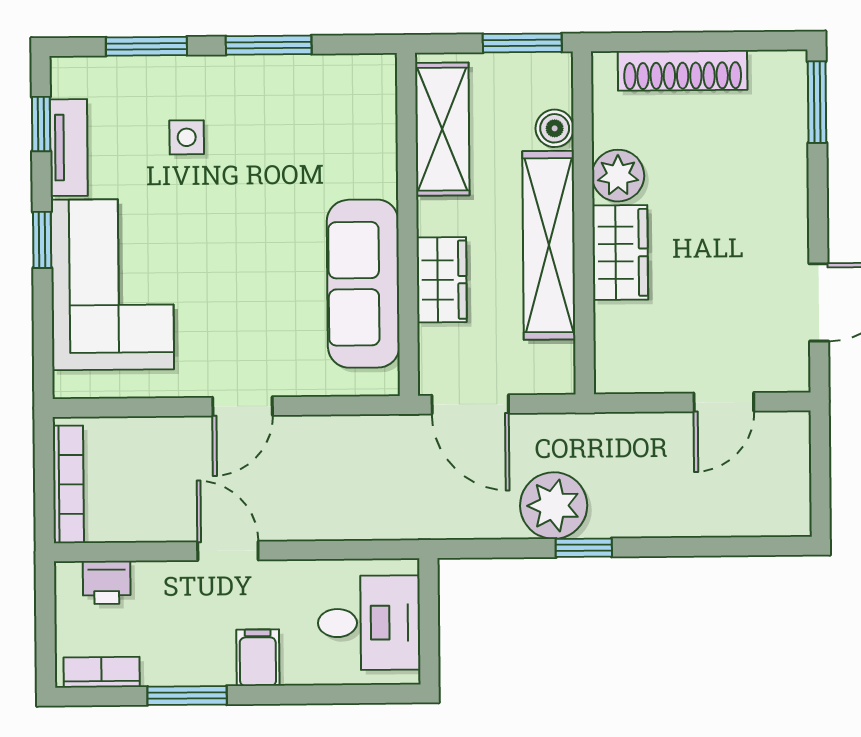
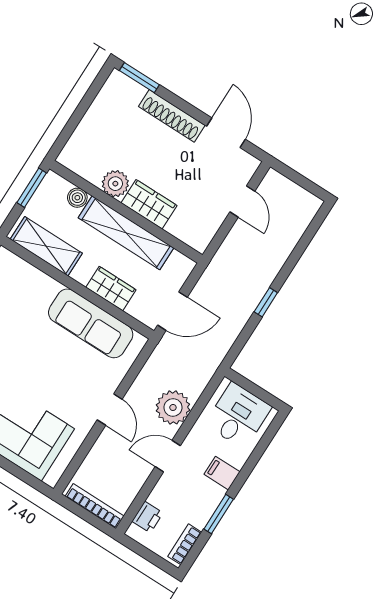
shoe rack: (683, 70) -> (172, 116), moved, turned 90
plant: (554, 506) -> (173, 407), moved

